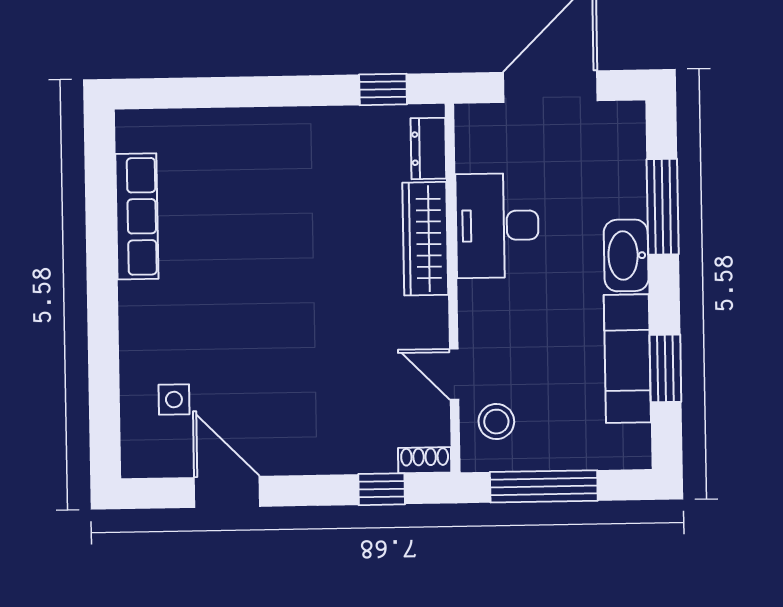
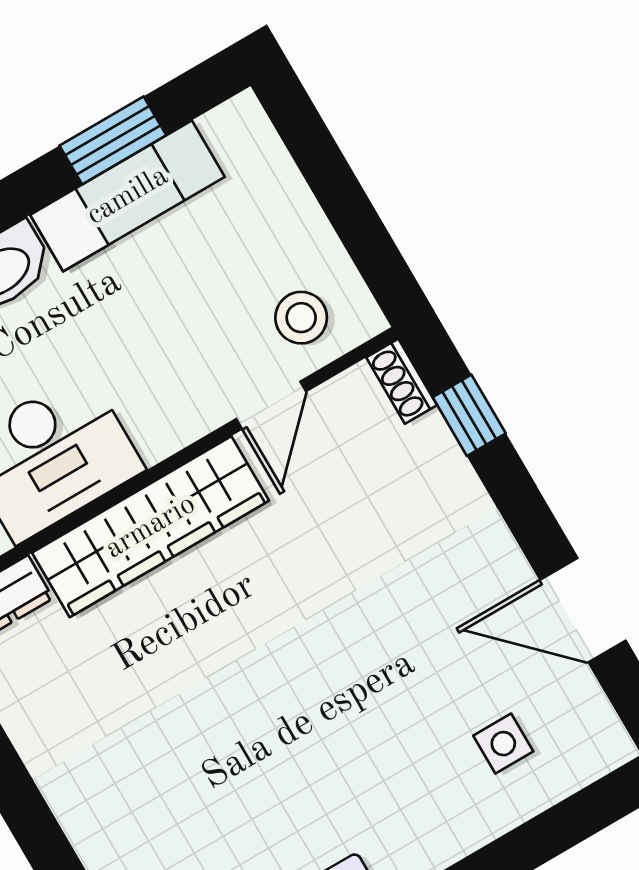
wardrobe: (425, 239) -> (151, 527), width x1.40, depth x1.17
window: (544, 486) -> (350, 211), removed
door: (227, 492) -> (583, 610), hinge flipped

